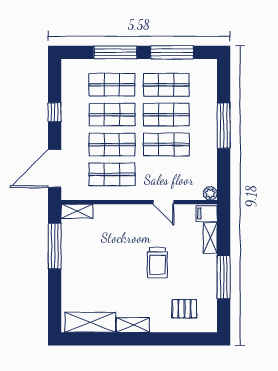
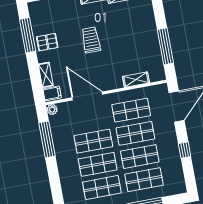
window: (224, 126) -> (47, 139), moved
door: (163, 202) -> (87, 96), width x1.87
shelving: (77, 211) -> (136, 80), moved
trolley: (157, 263) -> (91, 40), moved
window: (224, 277) -> (28, 35), moved
pallet: (184, 309) -> (47, 42), moved

